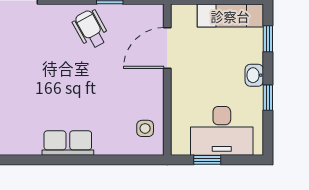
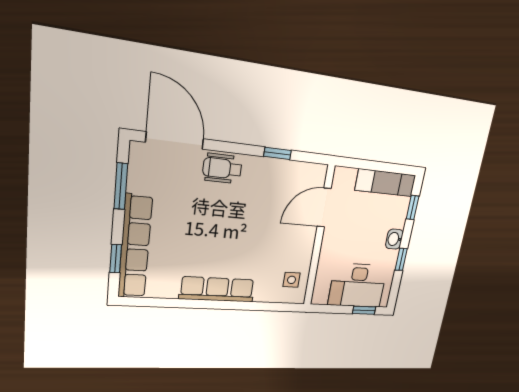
wheelchair: (91, 29) -> (222, 168), moved, turned -61
row of seats: (68, 143) -> (217, 289), width x1.48
window: (207, 160) -> (364, 310), moved

